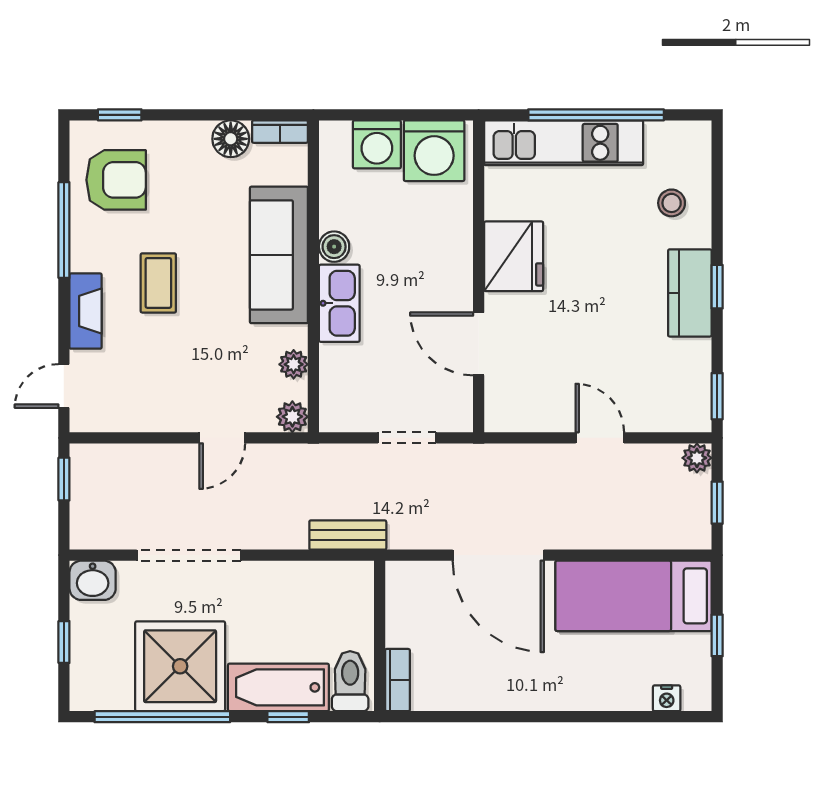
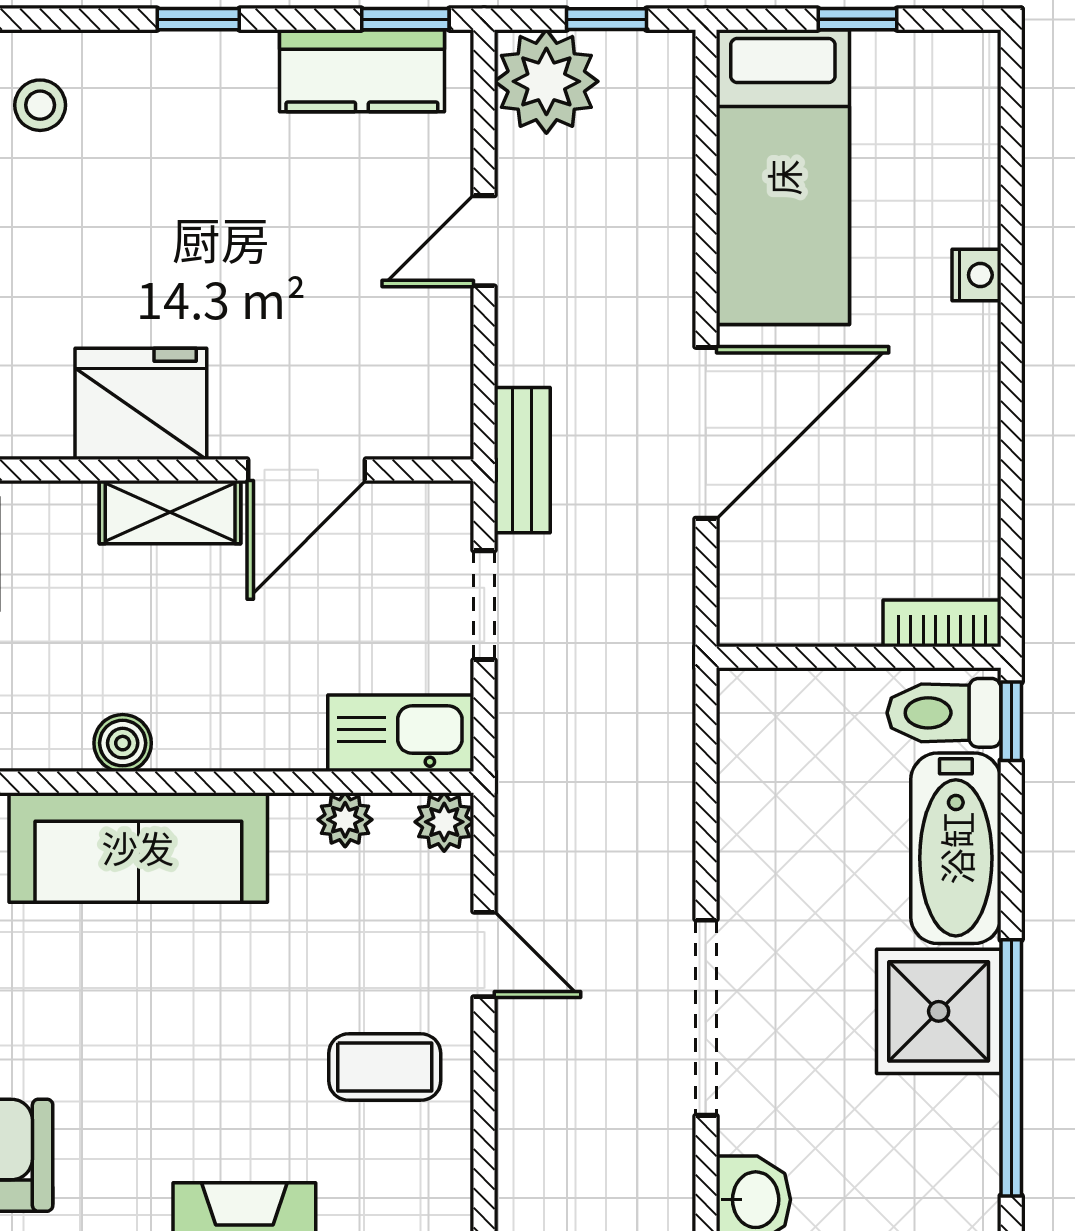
shelving: (456, 272) -> (170, 512), added
coffee table: (158, 283) -> (385, 1067), moved
kitchen counter: (690, 293) -> (362, 71), moved
kitchen sink: (339, 303) -> (401, 733), moved
plant: (697, 458) -> (546, 81), width x1.87, depth x1.87
bench: (348, 535) -> (522, 460), moved
shower: (180, 666) -> (939, 1011), width x0.73, depth x0.73
nightstand: (667, 698) -> (976, 275), moved
window: (288, 717) -> (1011, 721), moved

